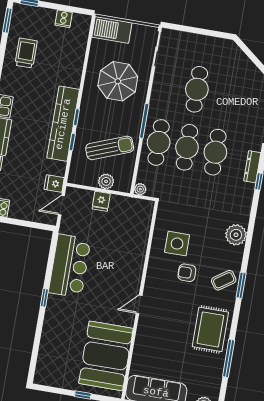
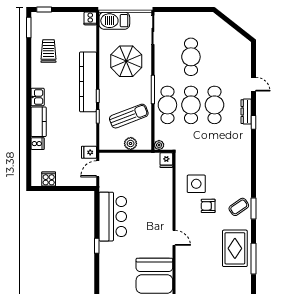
cooker: (64, 19) -> (90, 18), moved
kitchen counter: (63, 124) -> (88, 82), moved
fridge: (101, 201) -> (166, 160), moved
plant: (236, 235) -> (242, 169), removed
door: (139, 304) -> (174, 238), swing flipped
window: (229, 358) -> (254, 259), moved

